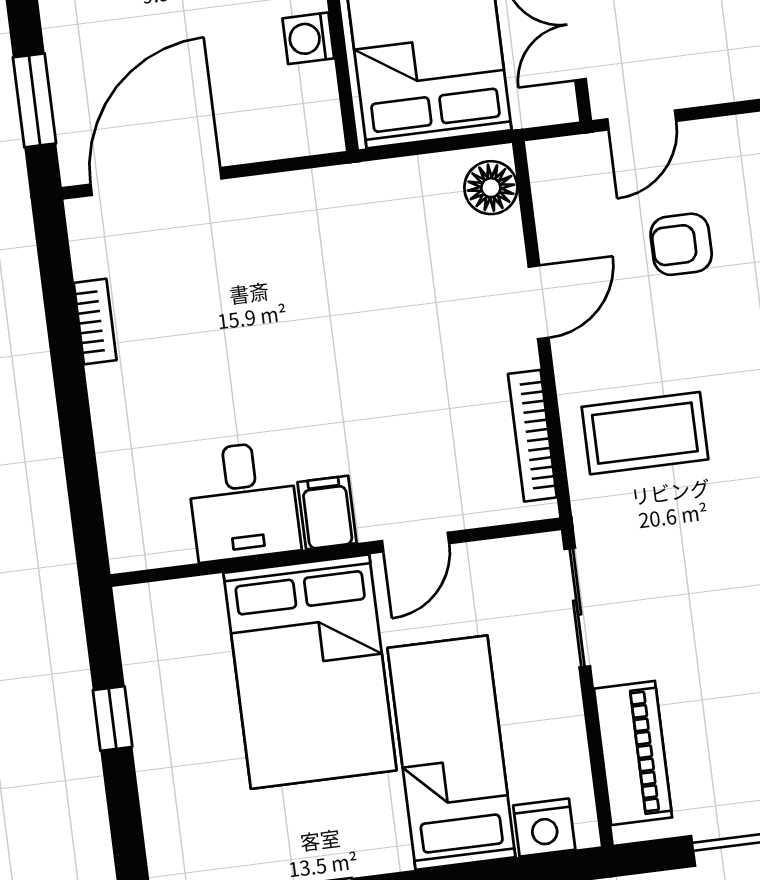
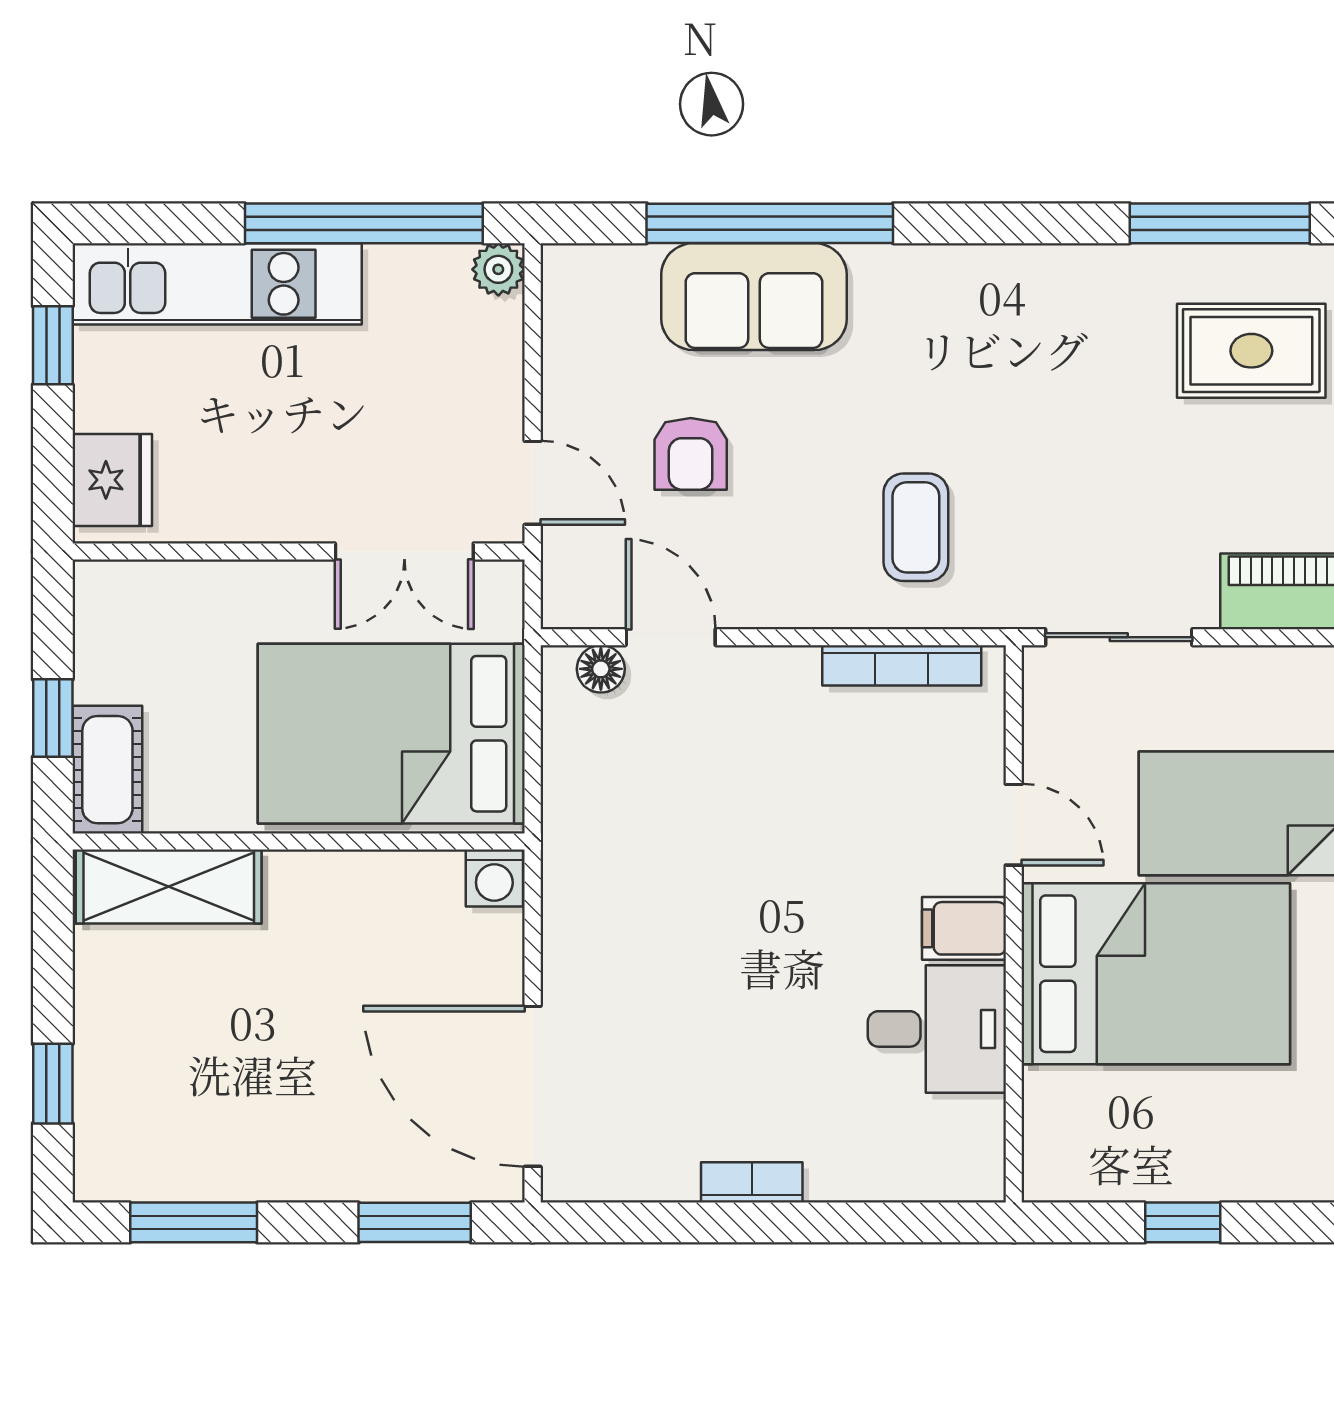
washing machine: (308, 38) -> (494, 878), moved
floor lamp: (491, 188) -> (601, 669), width x0.73, depth x0.73
door: (539, 302) -> (671, 637), moved
bookcase: (95, 322) -> (752, 1182), moved
coffee table: (645, 433) -> (916, 527), width x0.73, depth x0.77

